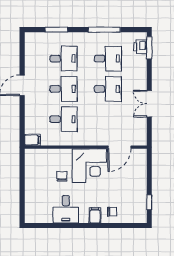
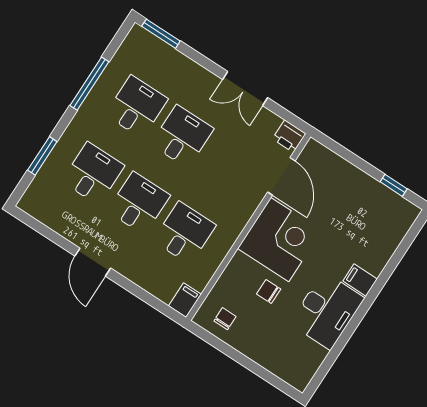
printer: (140, 47) -> (289, 136), moved
desk: (66, 209) -> (327, 311), width x1.37
chair: (112, 212) -> (225, 319), moved

